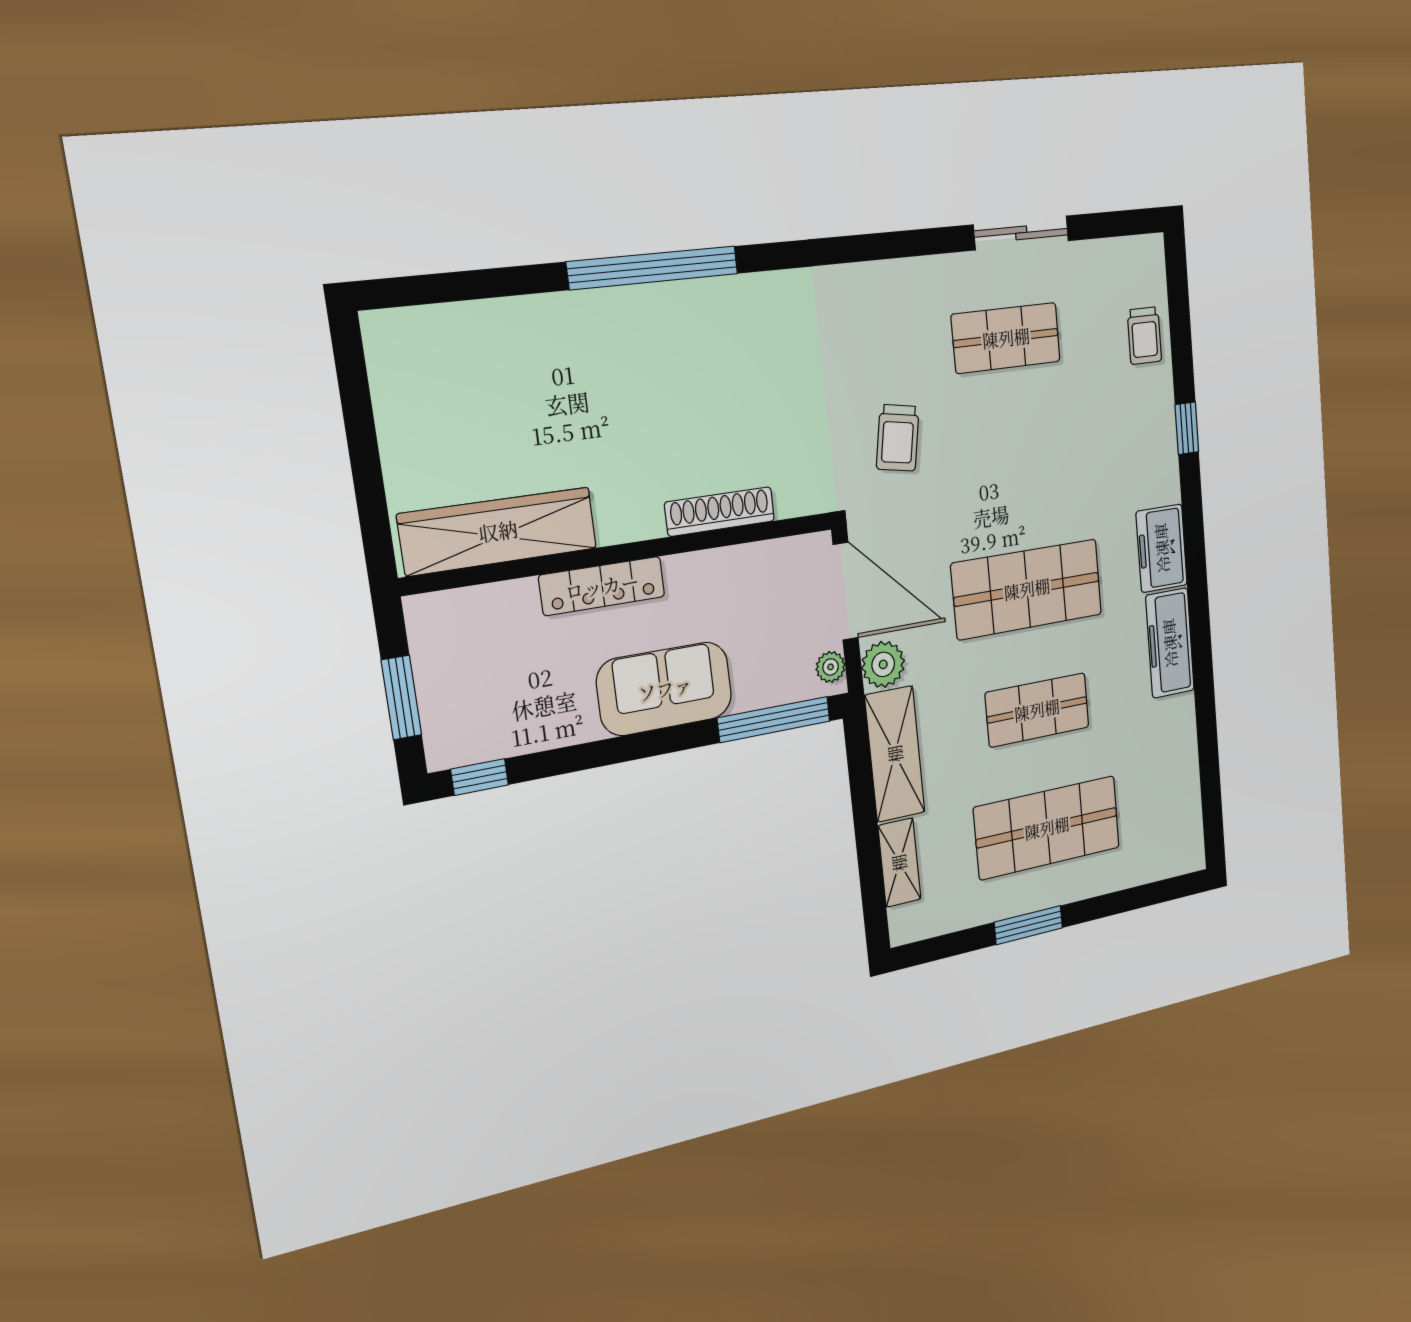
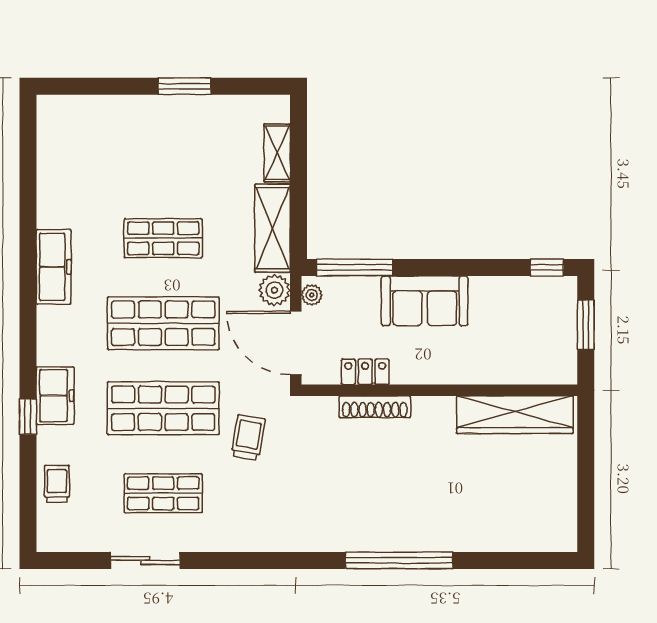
freezer: (1162, 548) -> (55, 396), moved
locker: (602, 586) -> (365, 372), moved, width x0.66
shop shelf: (1047, 828) -> (163, 408), moved

